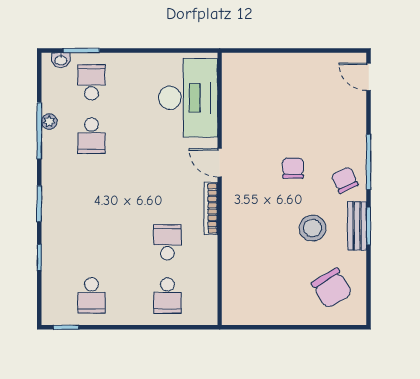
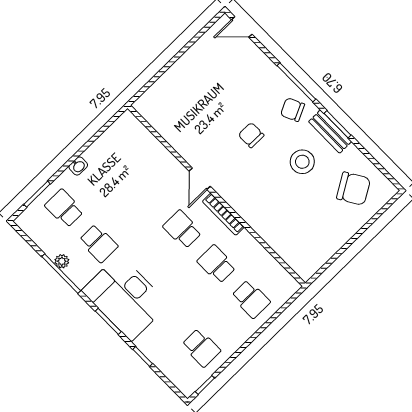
washbasin: (61, 60) -> (78, 166), moved
desk: (188, 98) -> (125, 297), moved, turned 180
door: (220, 163) -> (200, 179), hinge flipped
school desk: (167, 189) -> (182, 229), added

